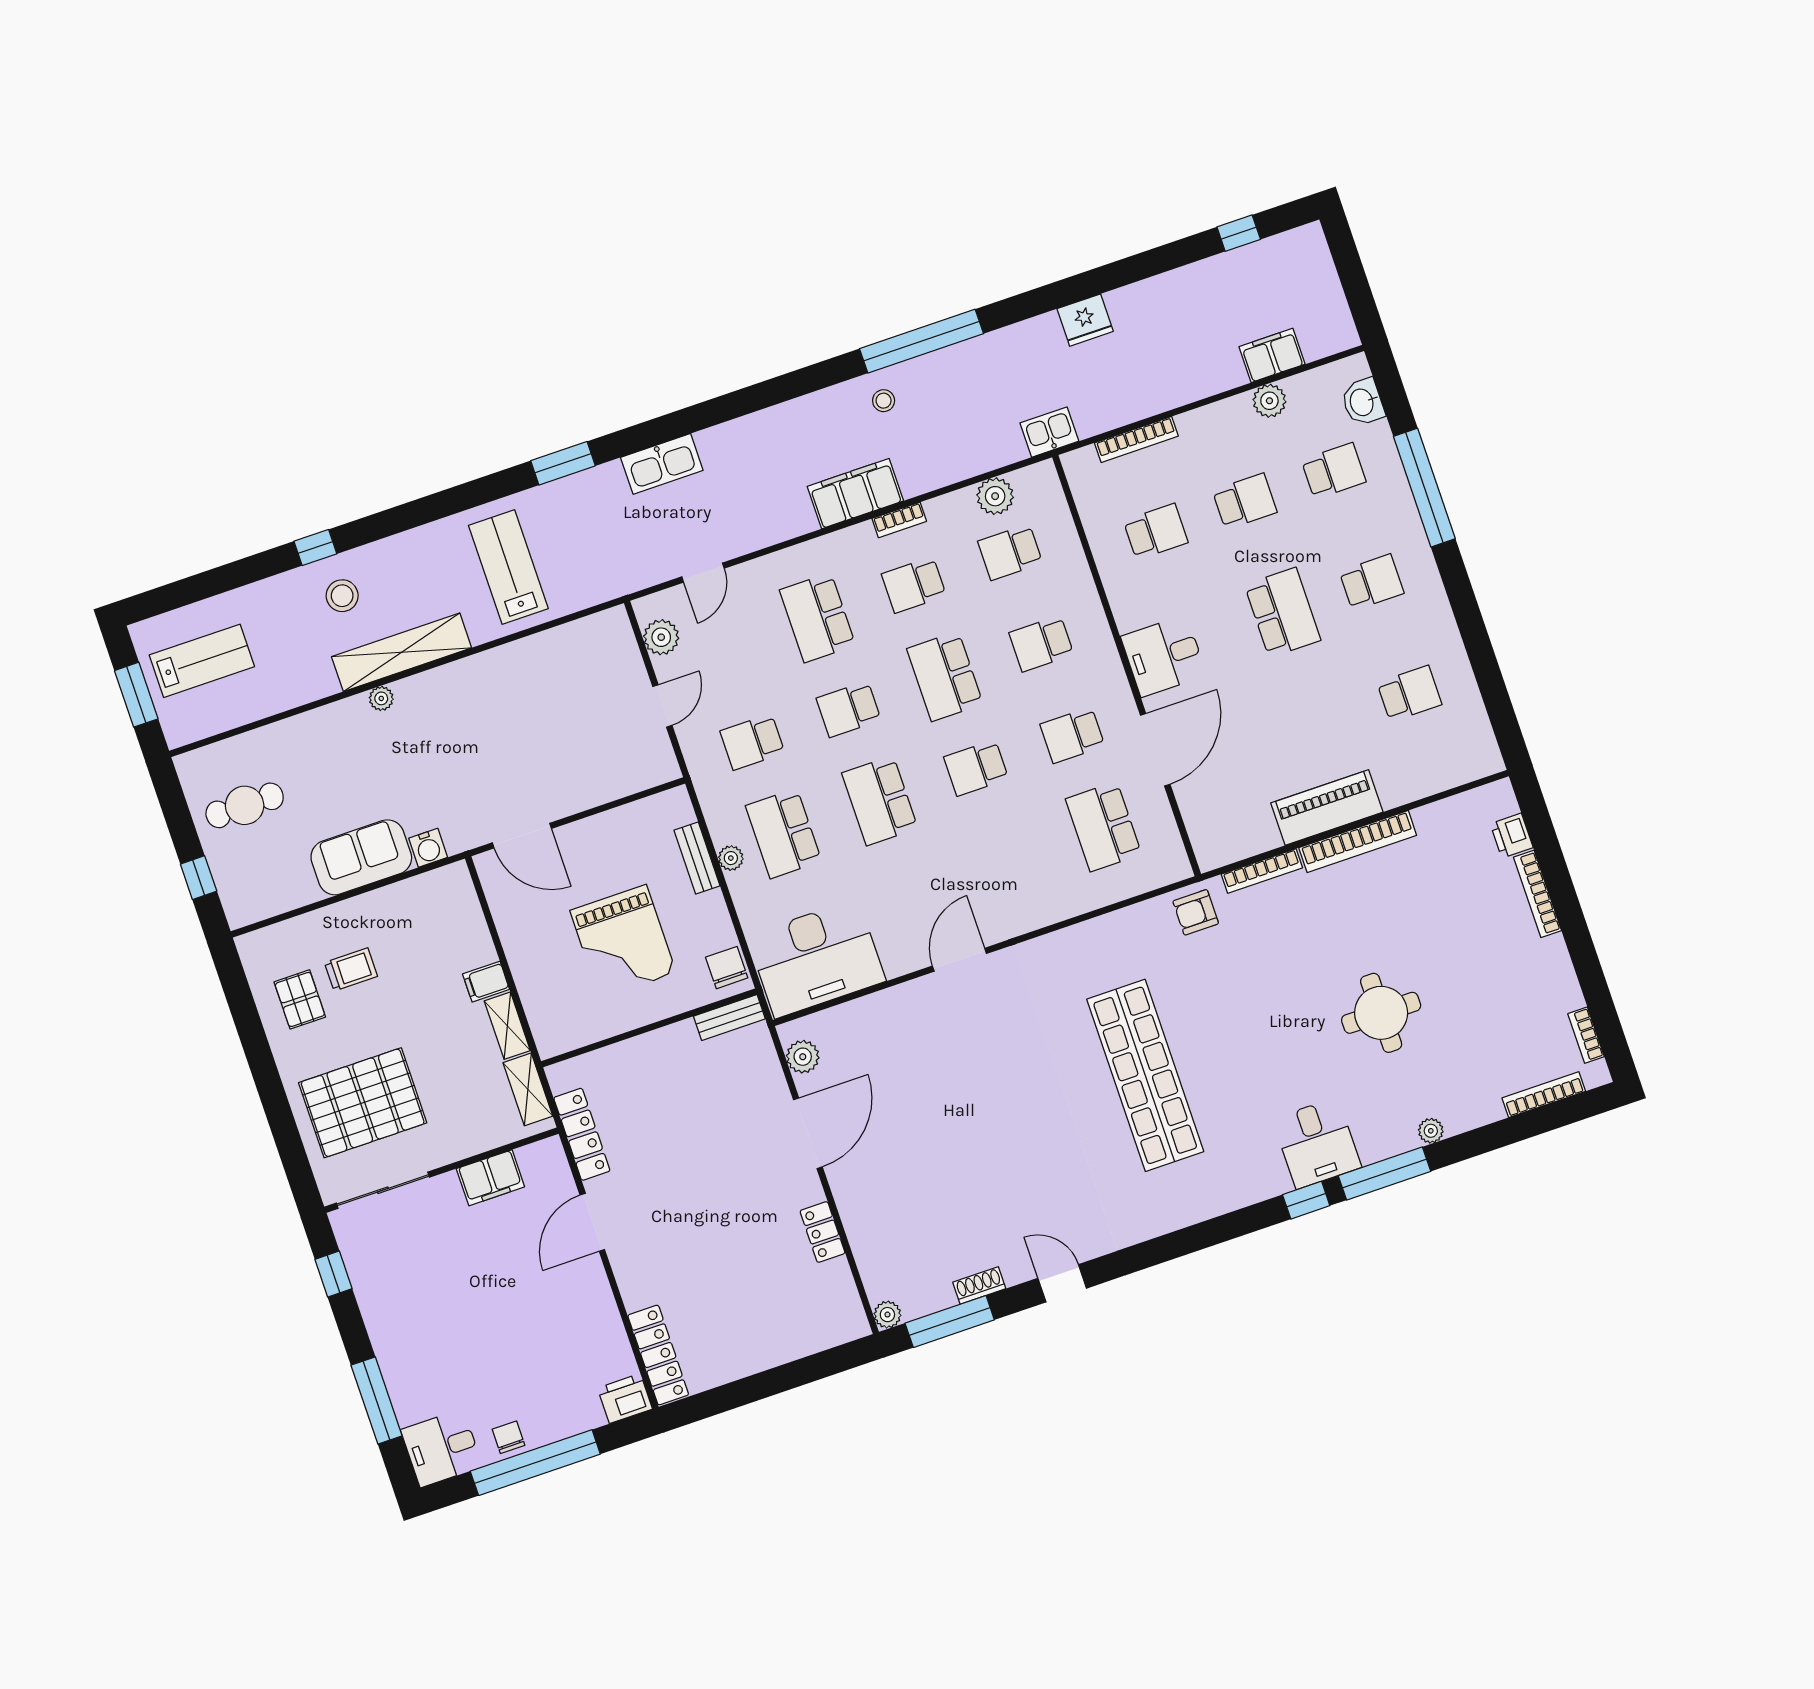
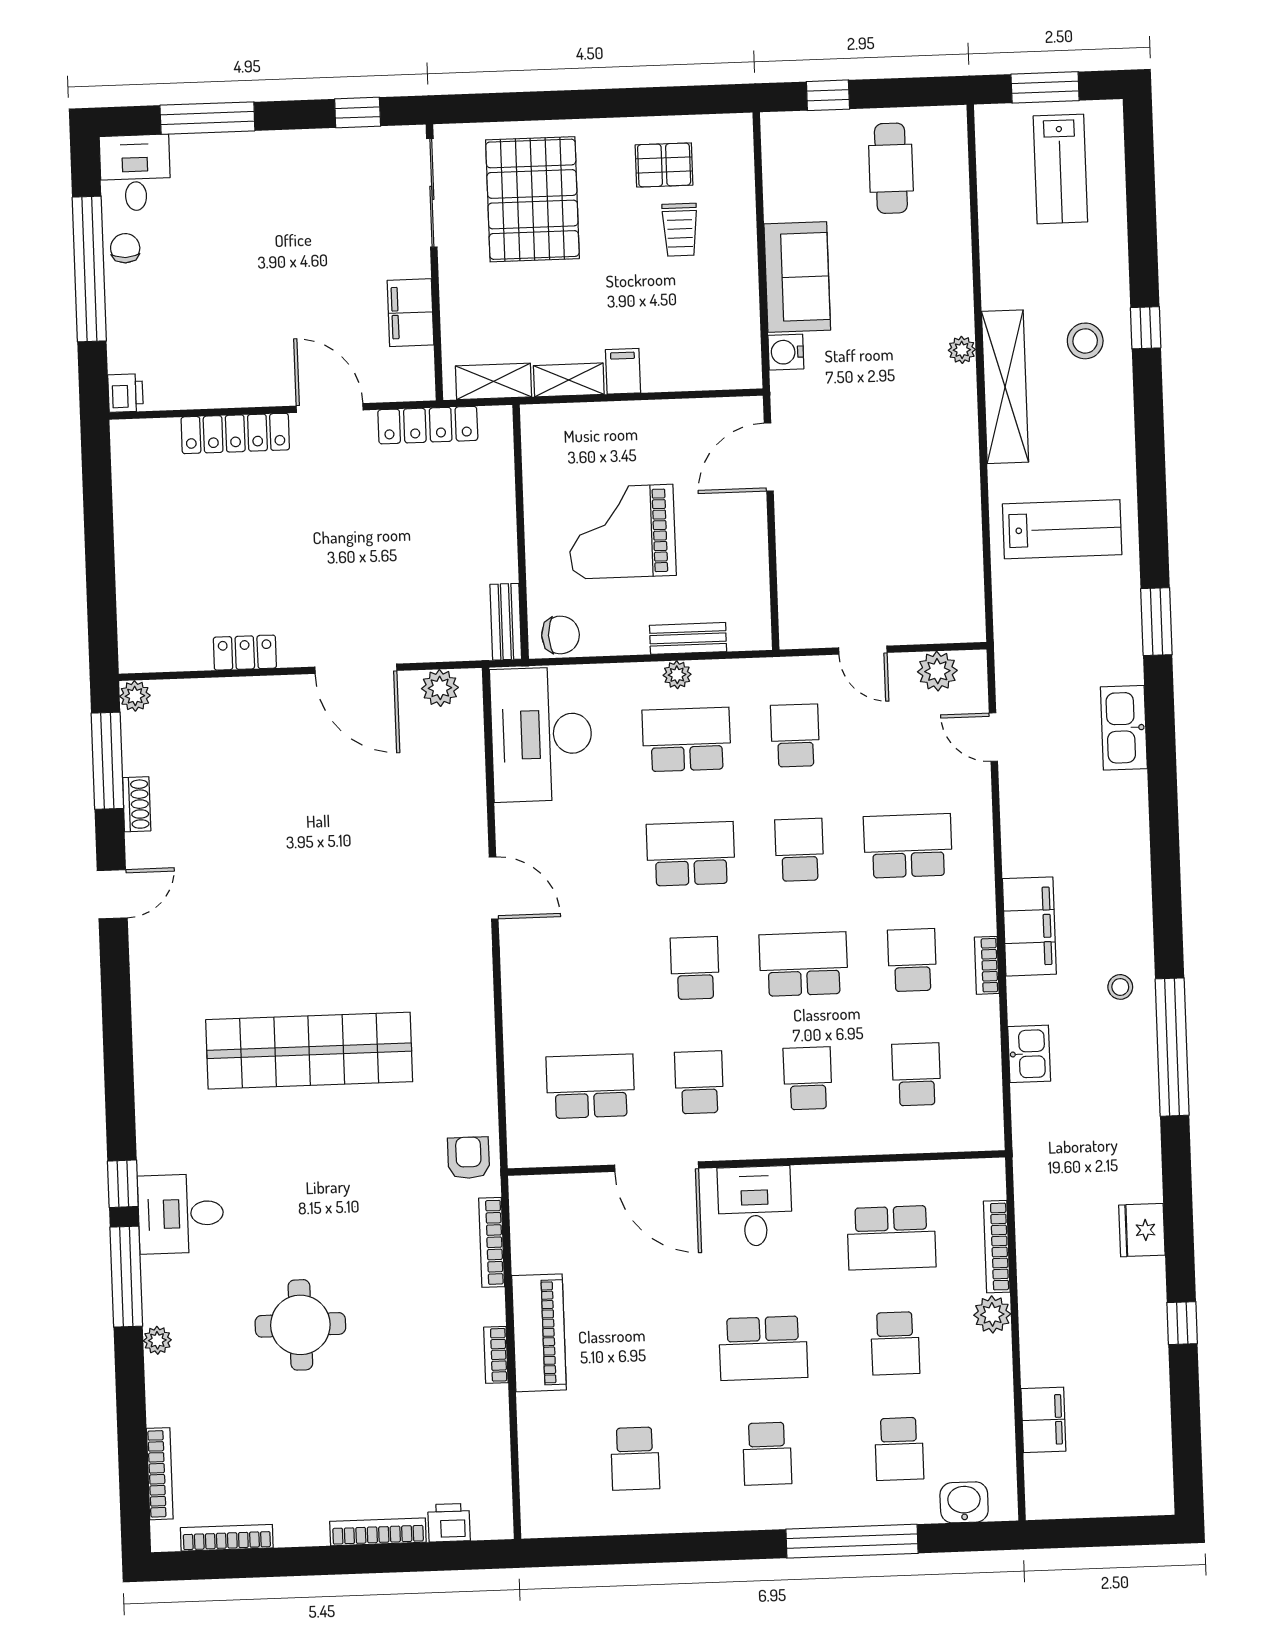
window: (1239, 233) -> (1182, 1323), moved
plant: (1269, 401) -> (992, 1314), moved
kitchen sink: (1049, 432) -> (1029, 1054), moved
plant: (995, 496) -> (981, 1076), removed
school desk: (1156, 532) -> (891, 1238), width x1.85
bookcase: (1358, 841) -> (496, 1355), width x0.43, depth x0.76
bookcase: (1586, 1035) -> (227, 1538), width x1.56
locker: (658, 1355) -> (235, 433), moved
printer: (625, 1399) -> (126, 393), width x0.73, depth x0.81
chair: (508, 1437) -> (125, 248), turned -90

